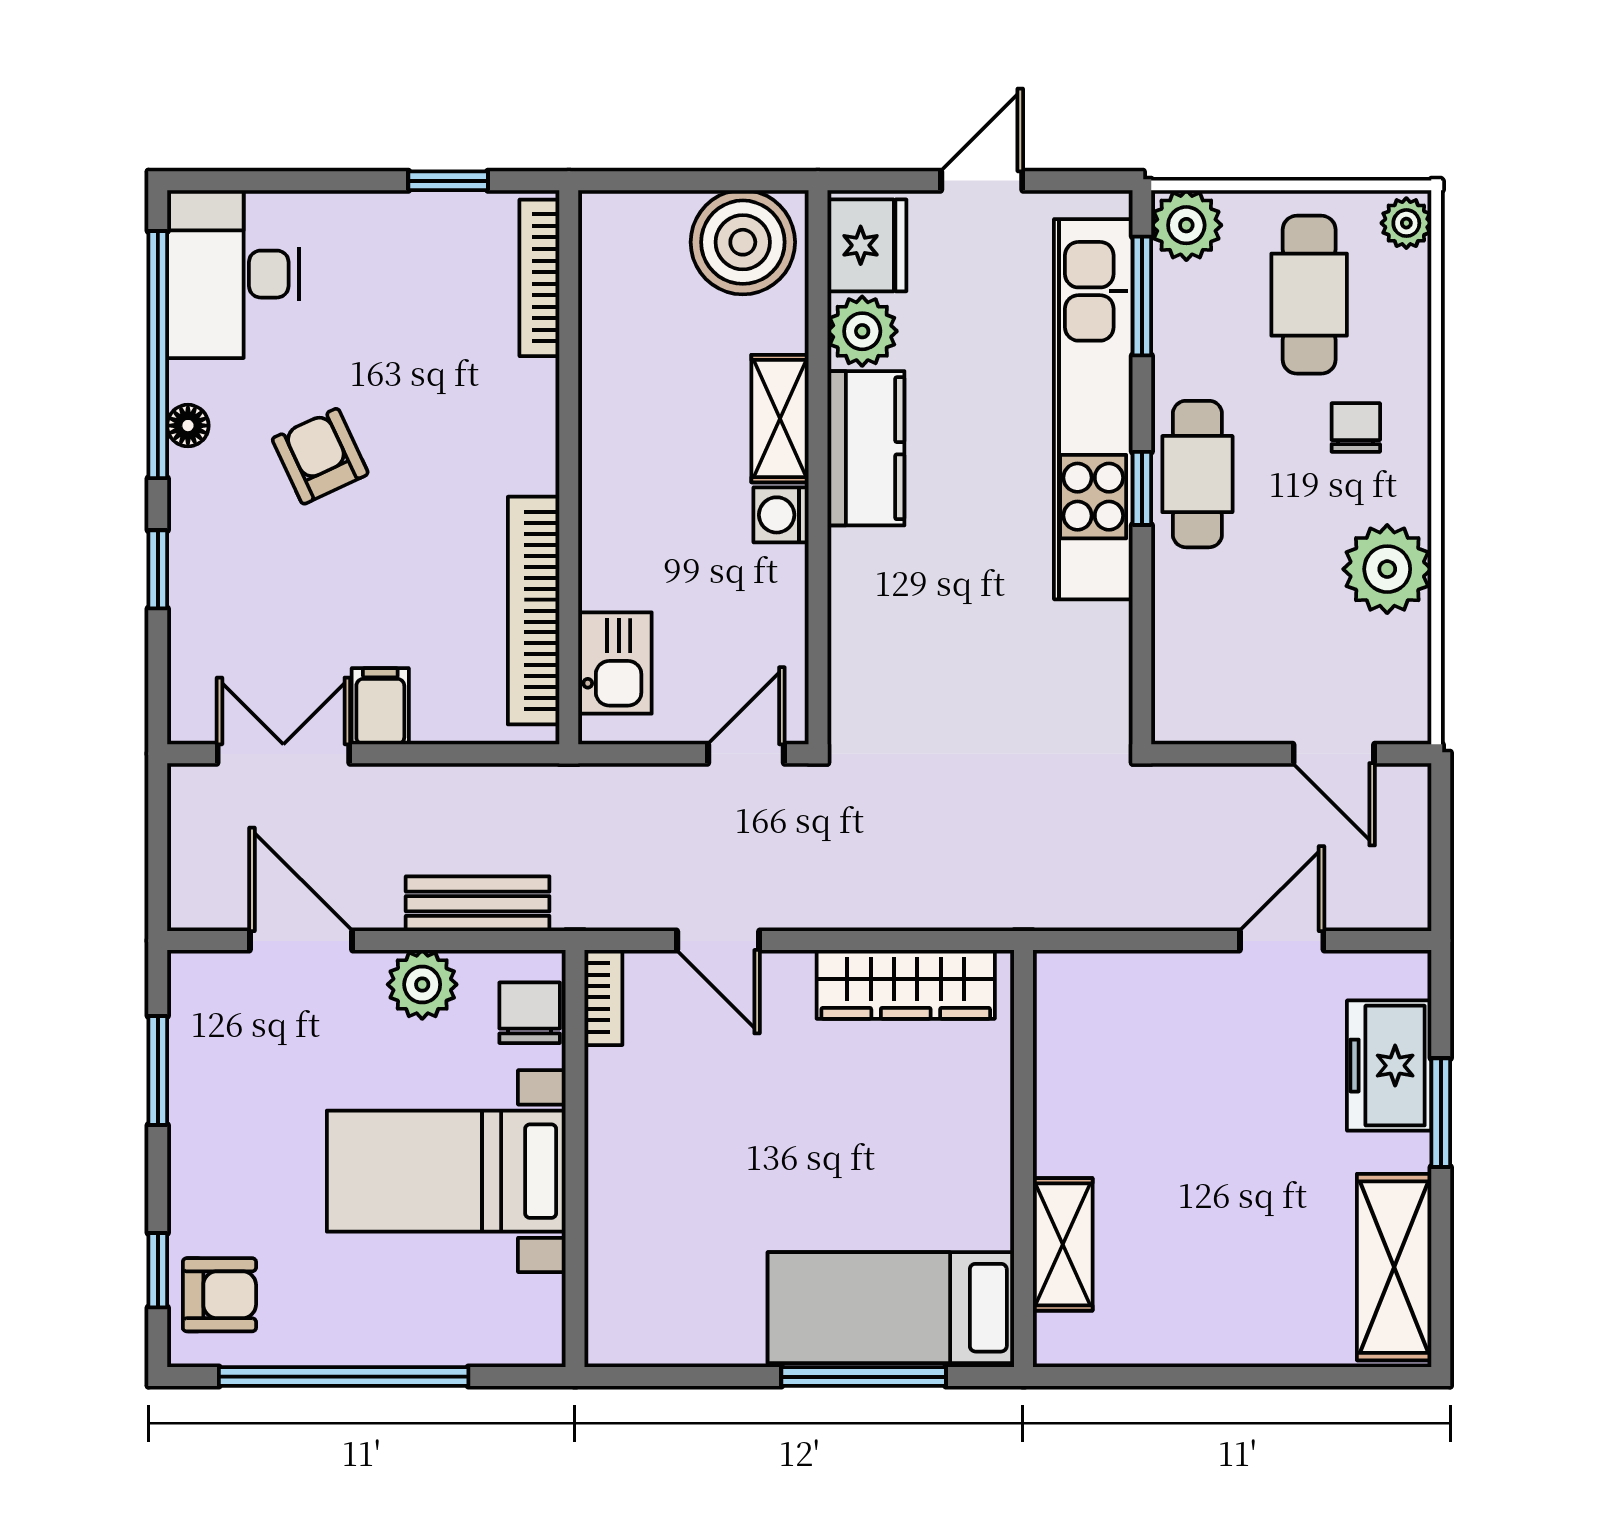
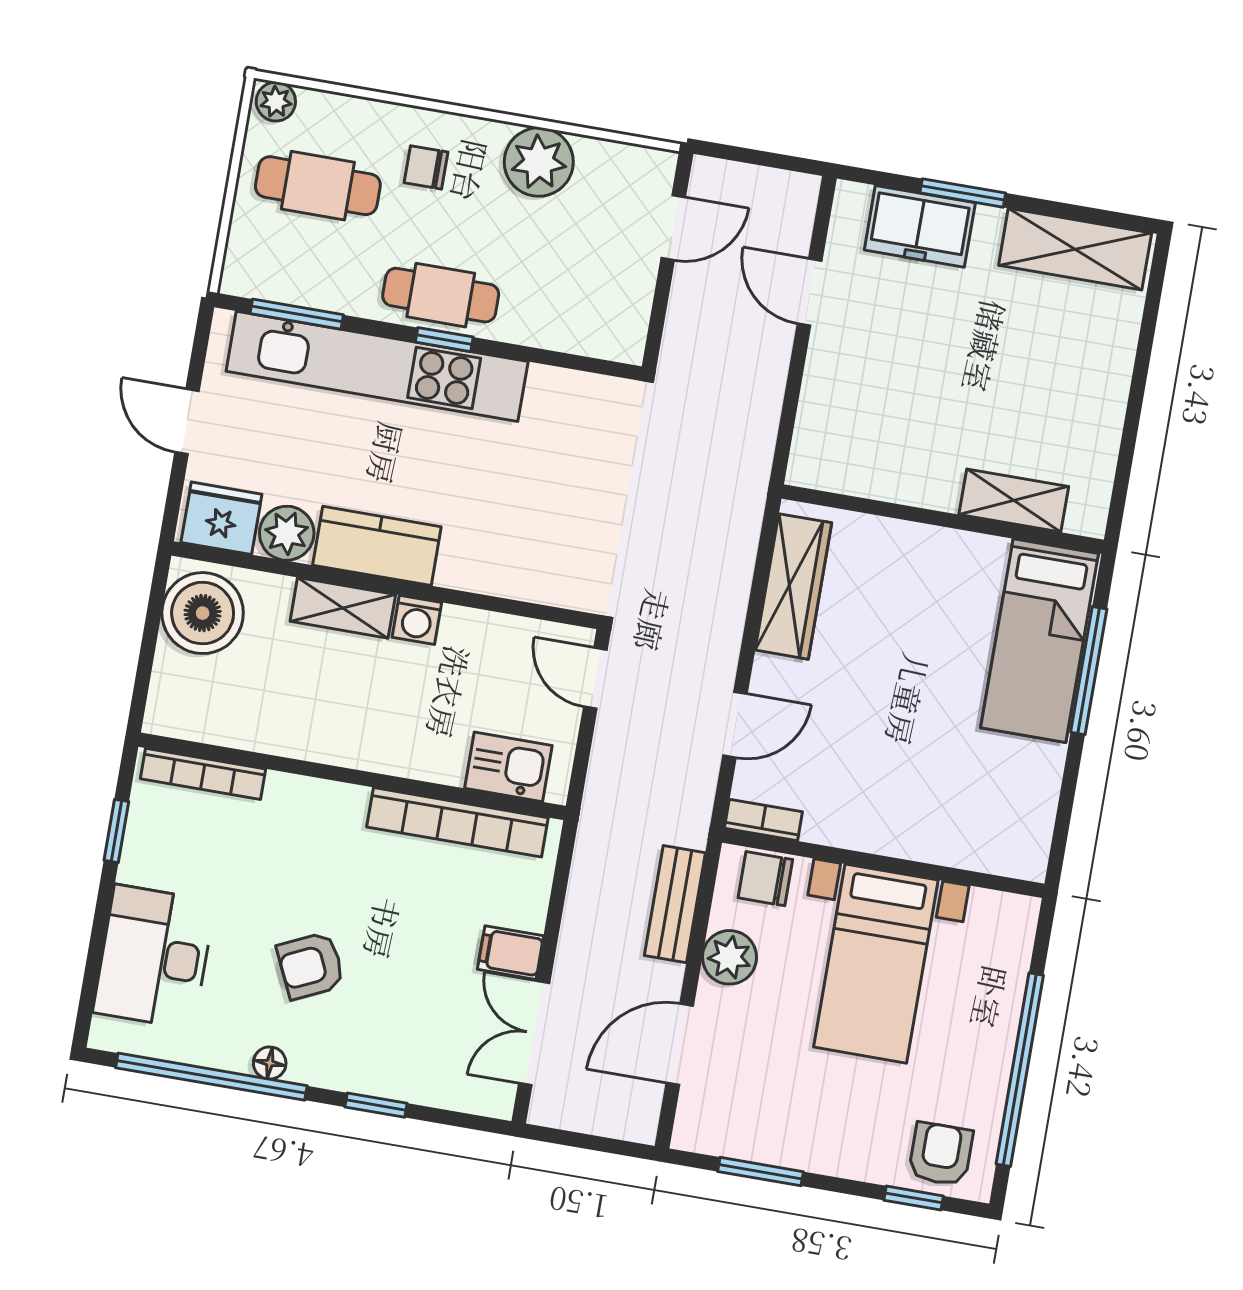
plant: (1186, 225) -> (248, 271), removed
desk: (233, 274) -> (154, 957), moved, turned 90

